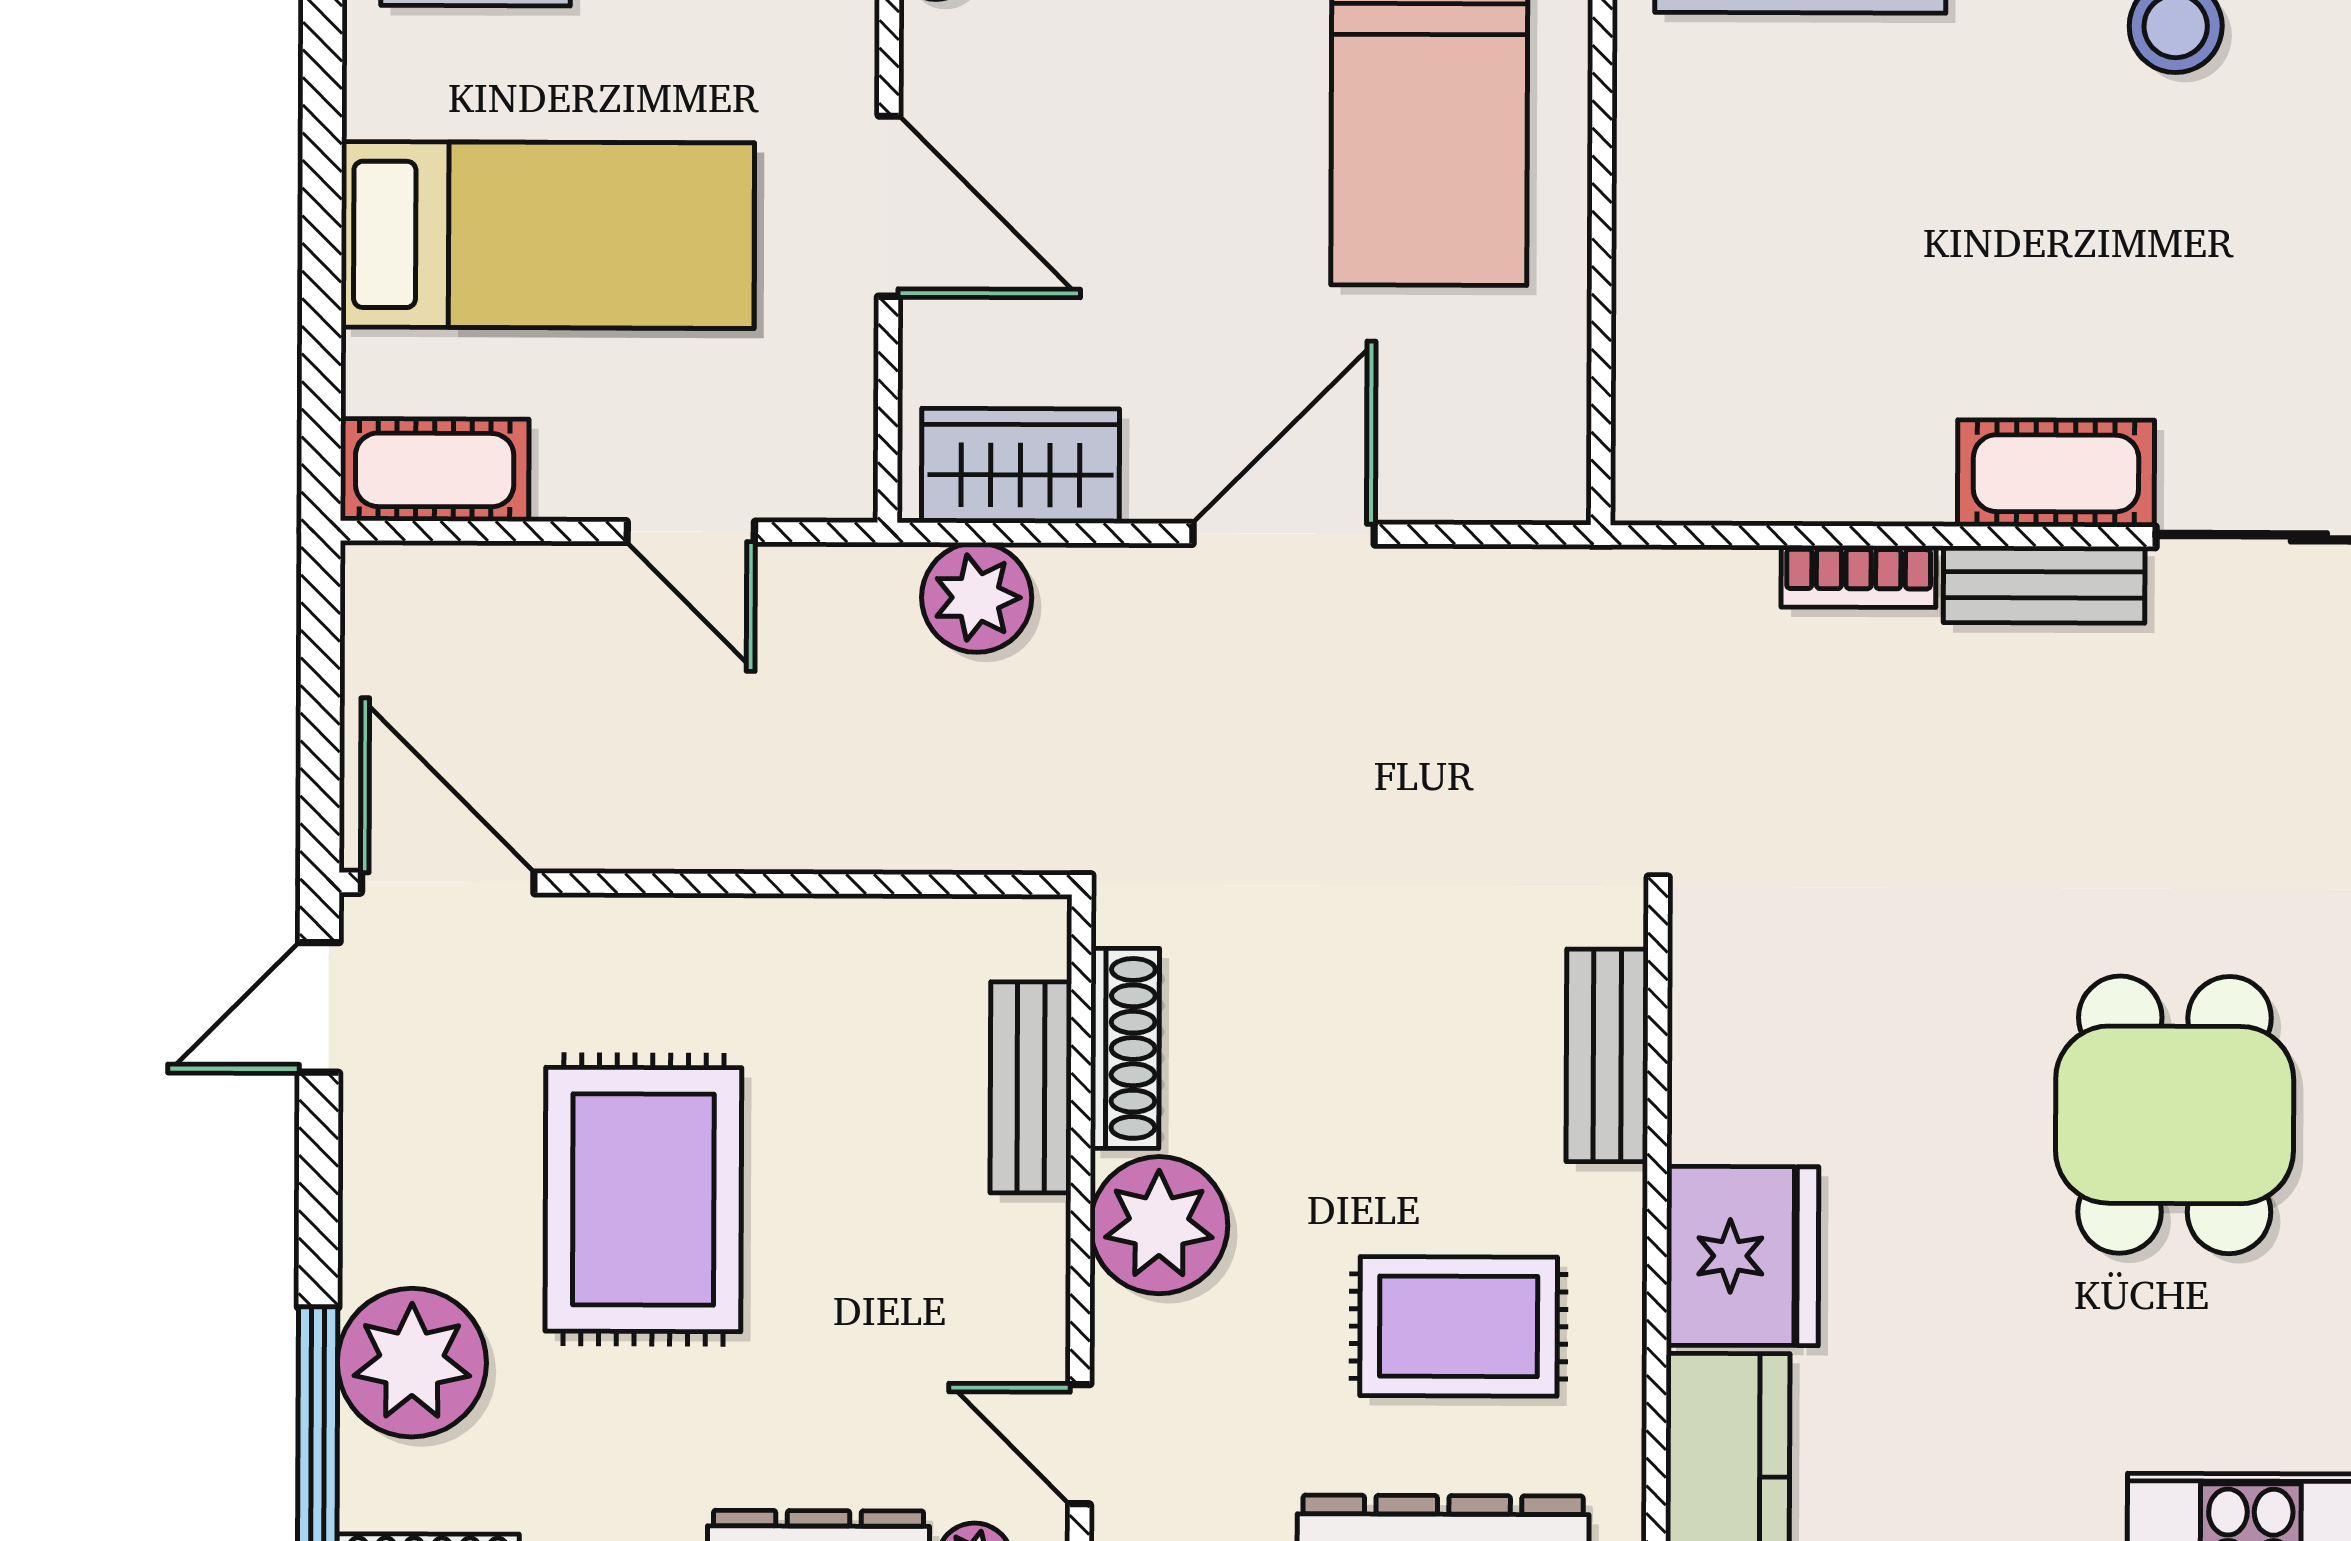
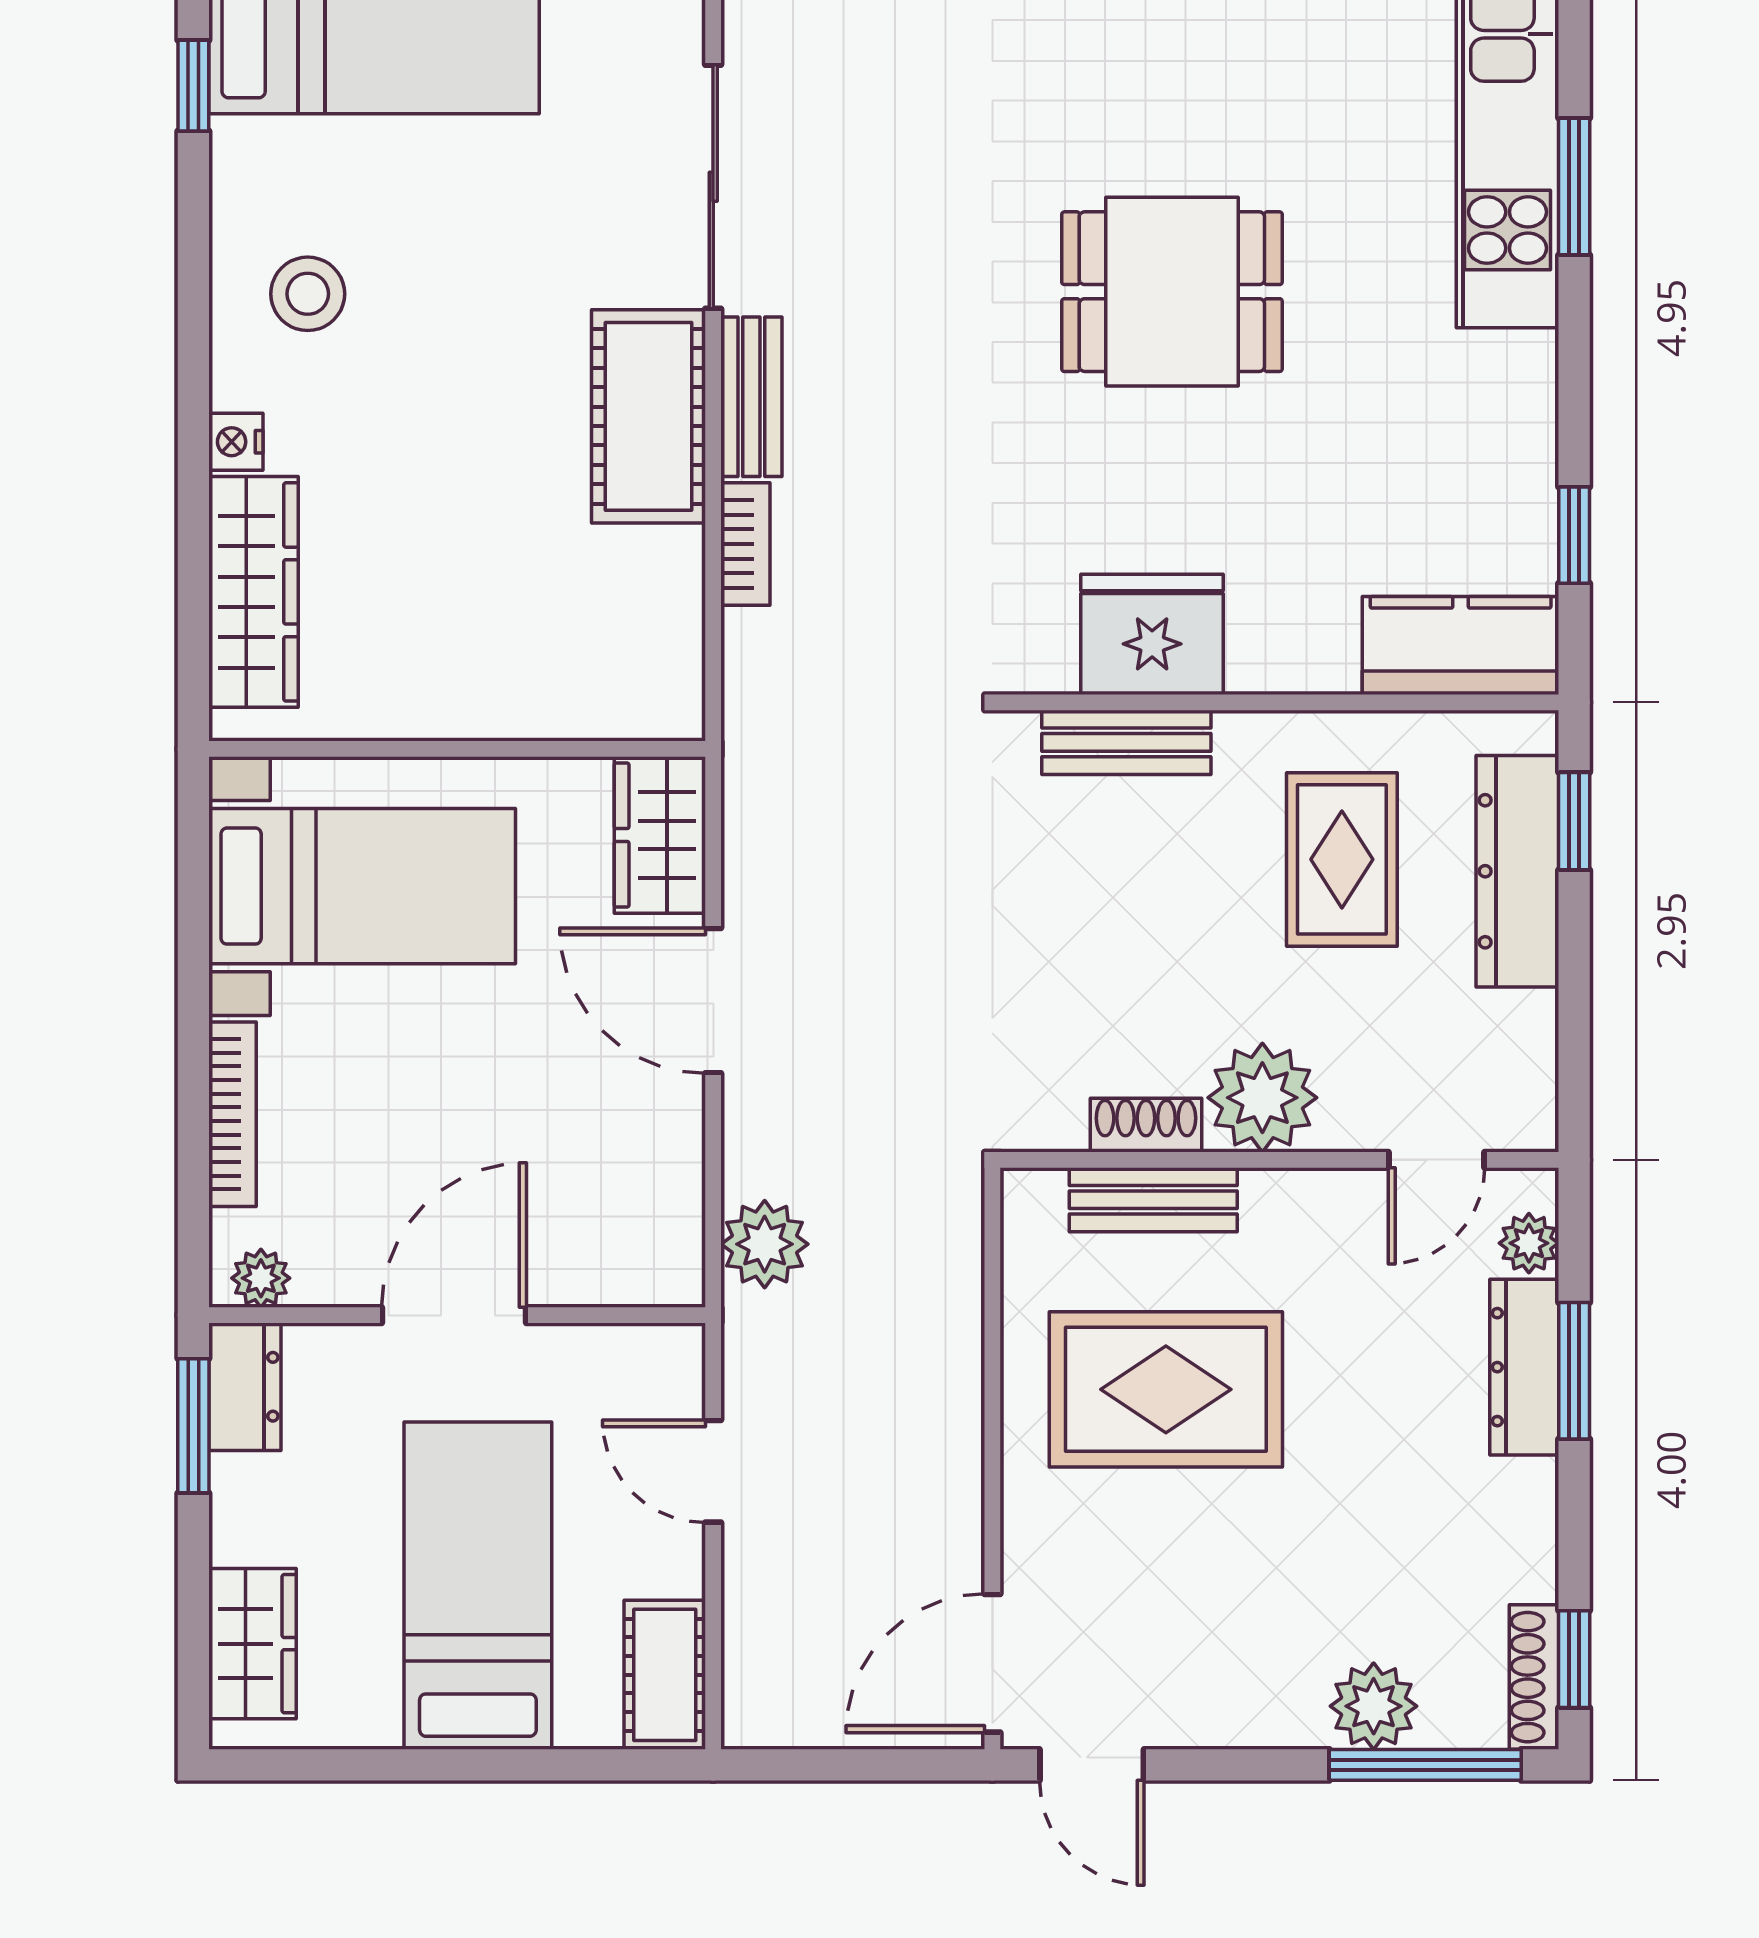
wardrobe: (1021, 466) -> (660, 835), moved
cot: (2056, 473) -> (649, 416), width x1.37, depth x1.34
door: (691, 532) -> (713, 1471), swing flipped
shoe rack: (1125, 1048) -> (1146, 1125), width x0.70
rug: (643, 1199) -> (1166, 1389), moved
fridge: (1742, 1256) -> (1152, 634), moved
plant: (412, 1363) -> (1374, 1706), width x0.73, depth x0.73

